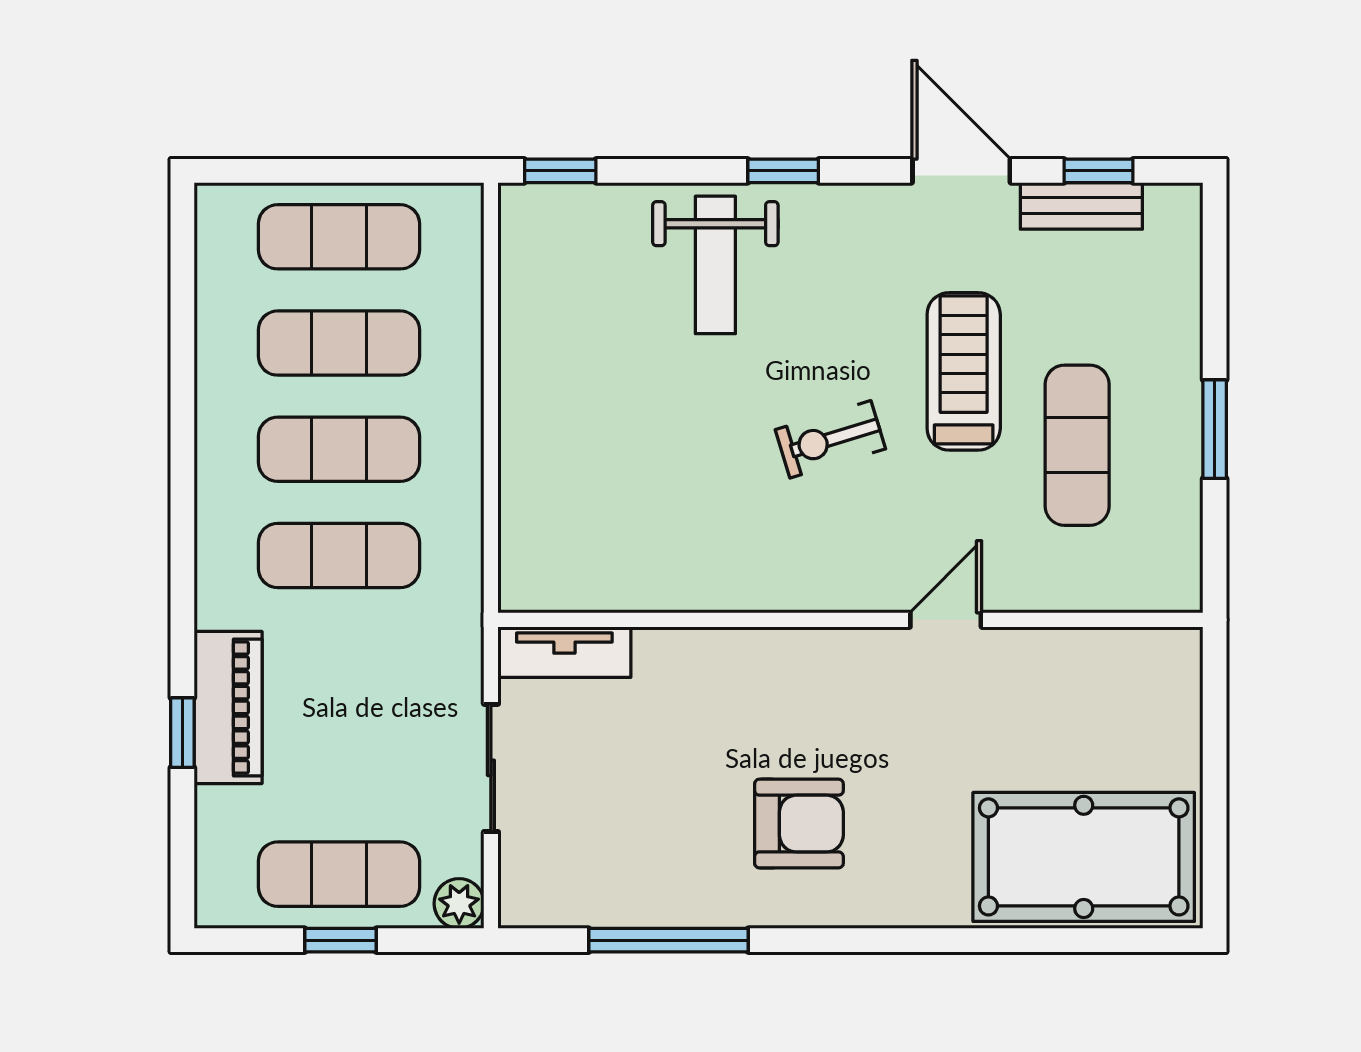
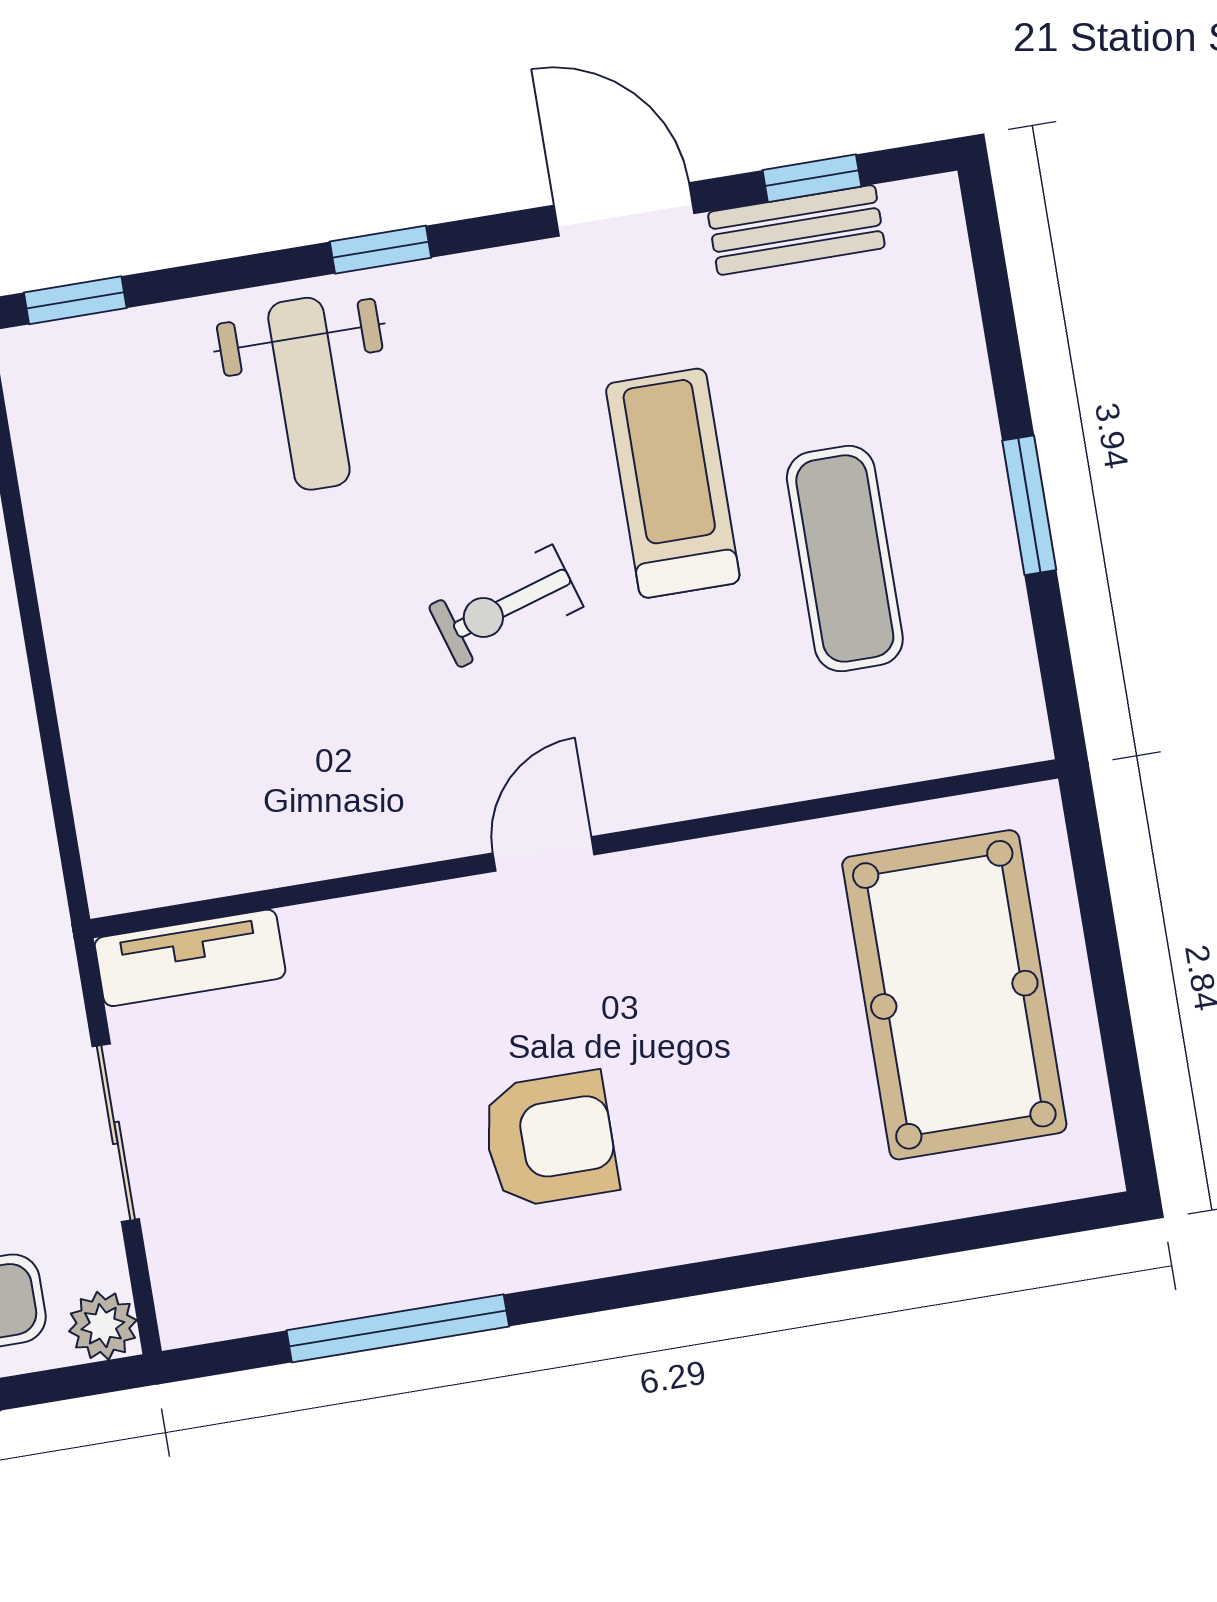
door: (946, 620) -> (544, 854), moved
pool table: (1084, 857) -> (954, 995), moved, turned 90

